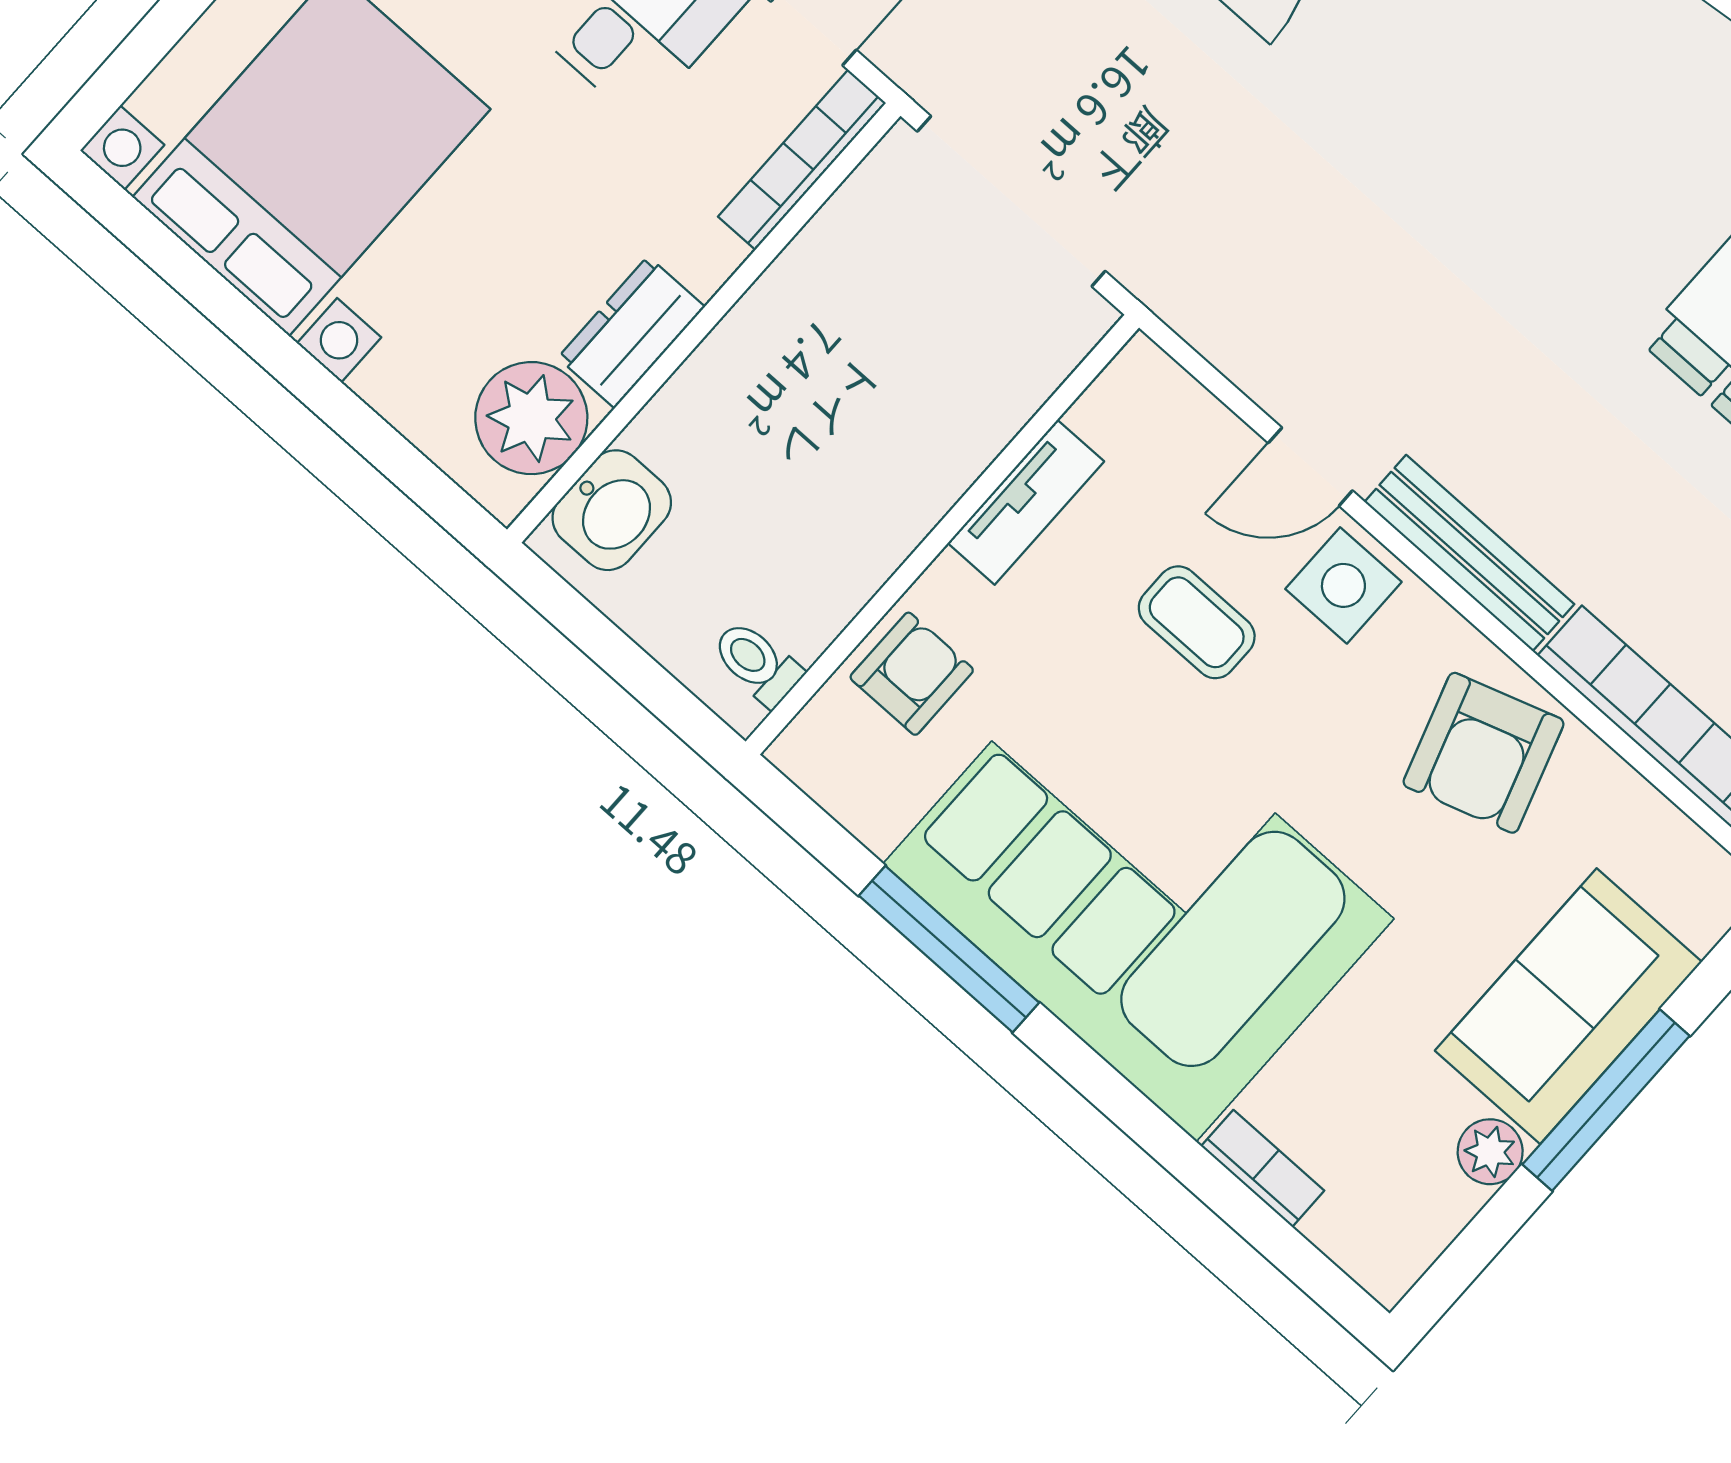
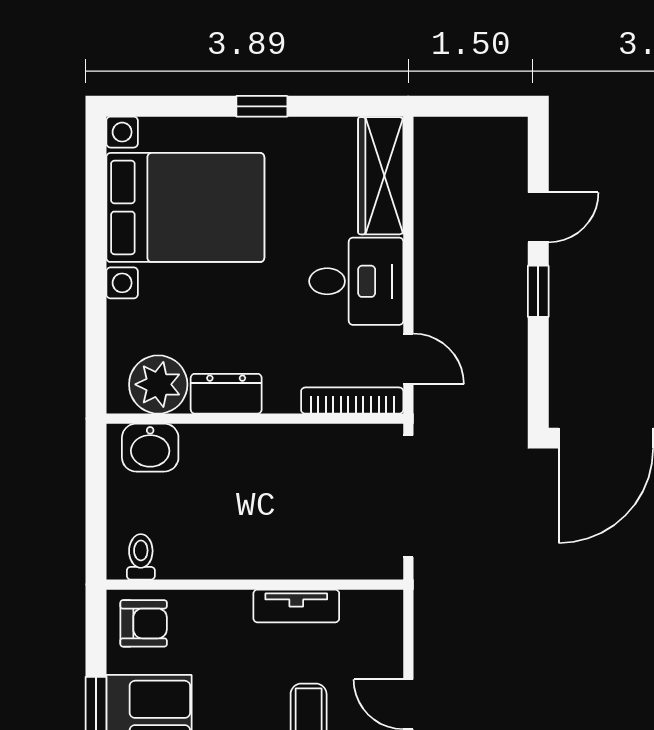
armchair: (912, 674) -> (144, 623), moved

